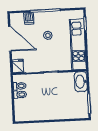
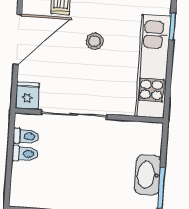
door: (10, 39) -> (18, 39), hinge flipped
washbasin: (81, 82) -> (148, 175), moved

